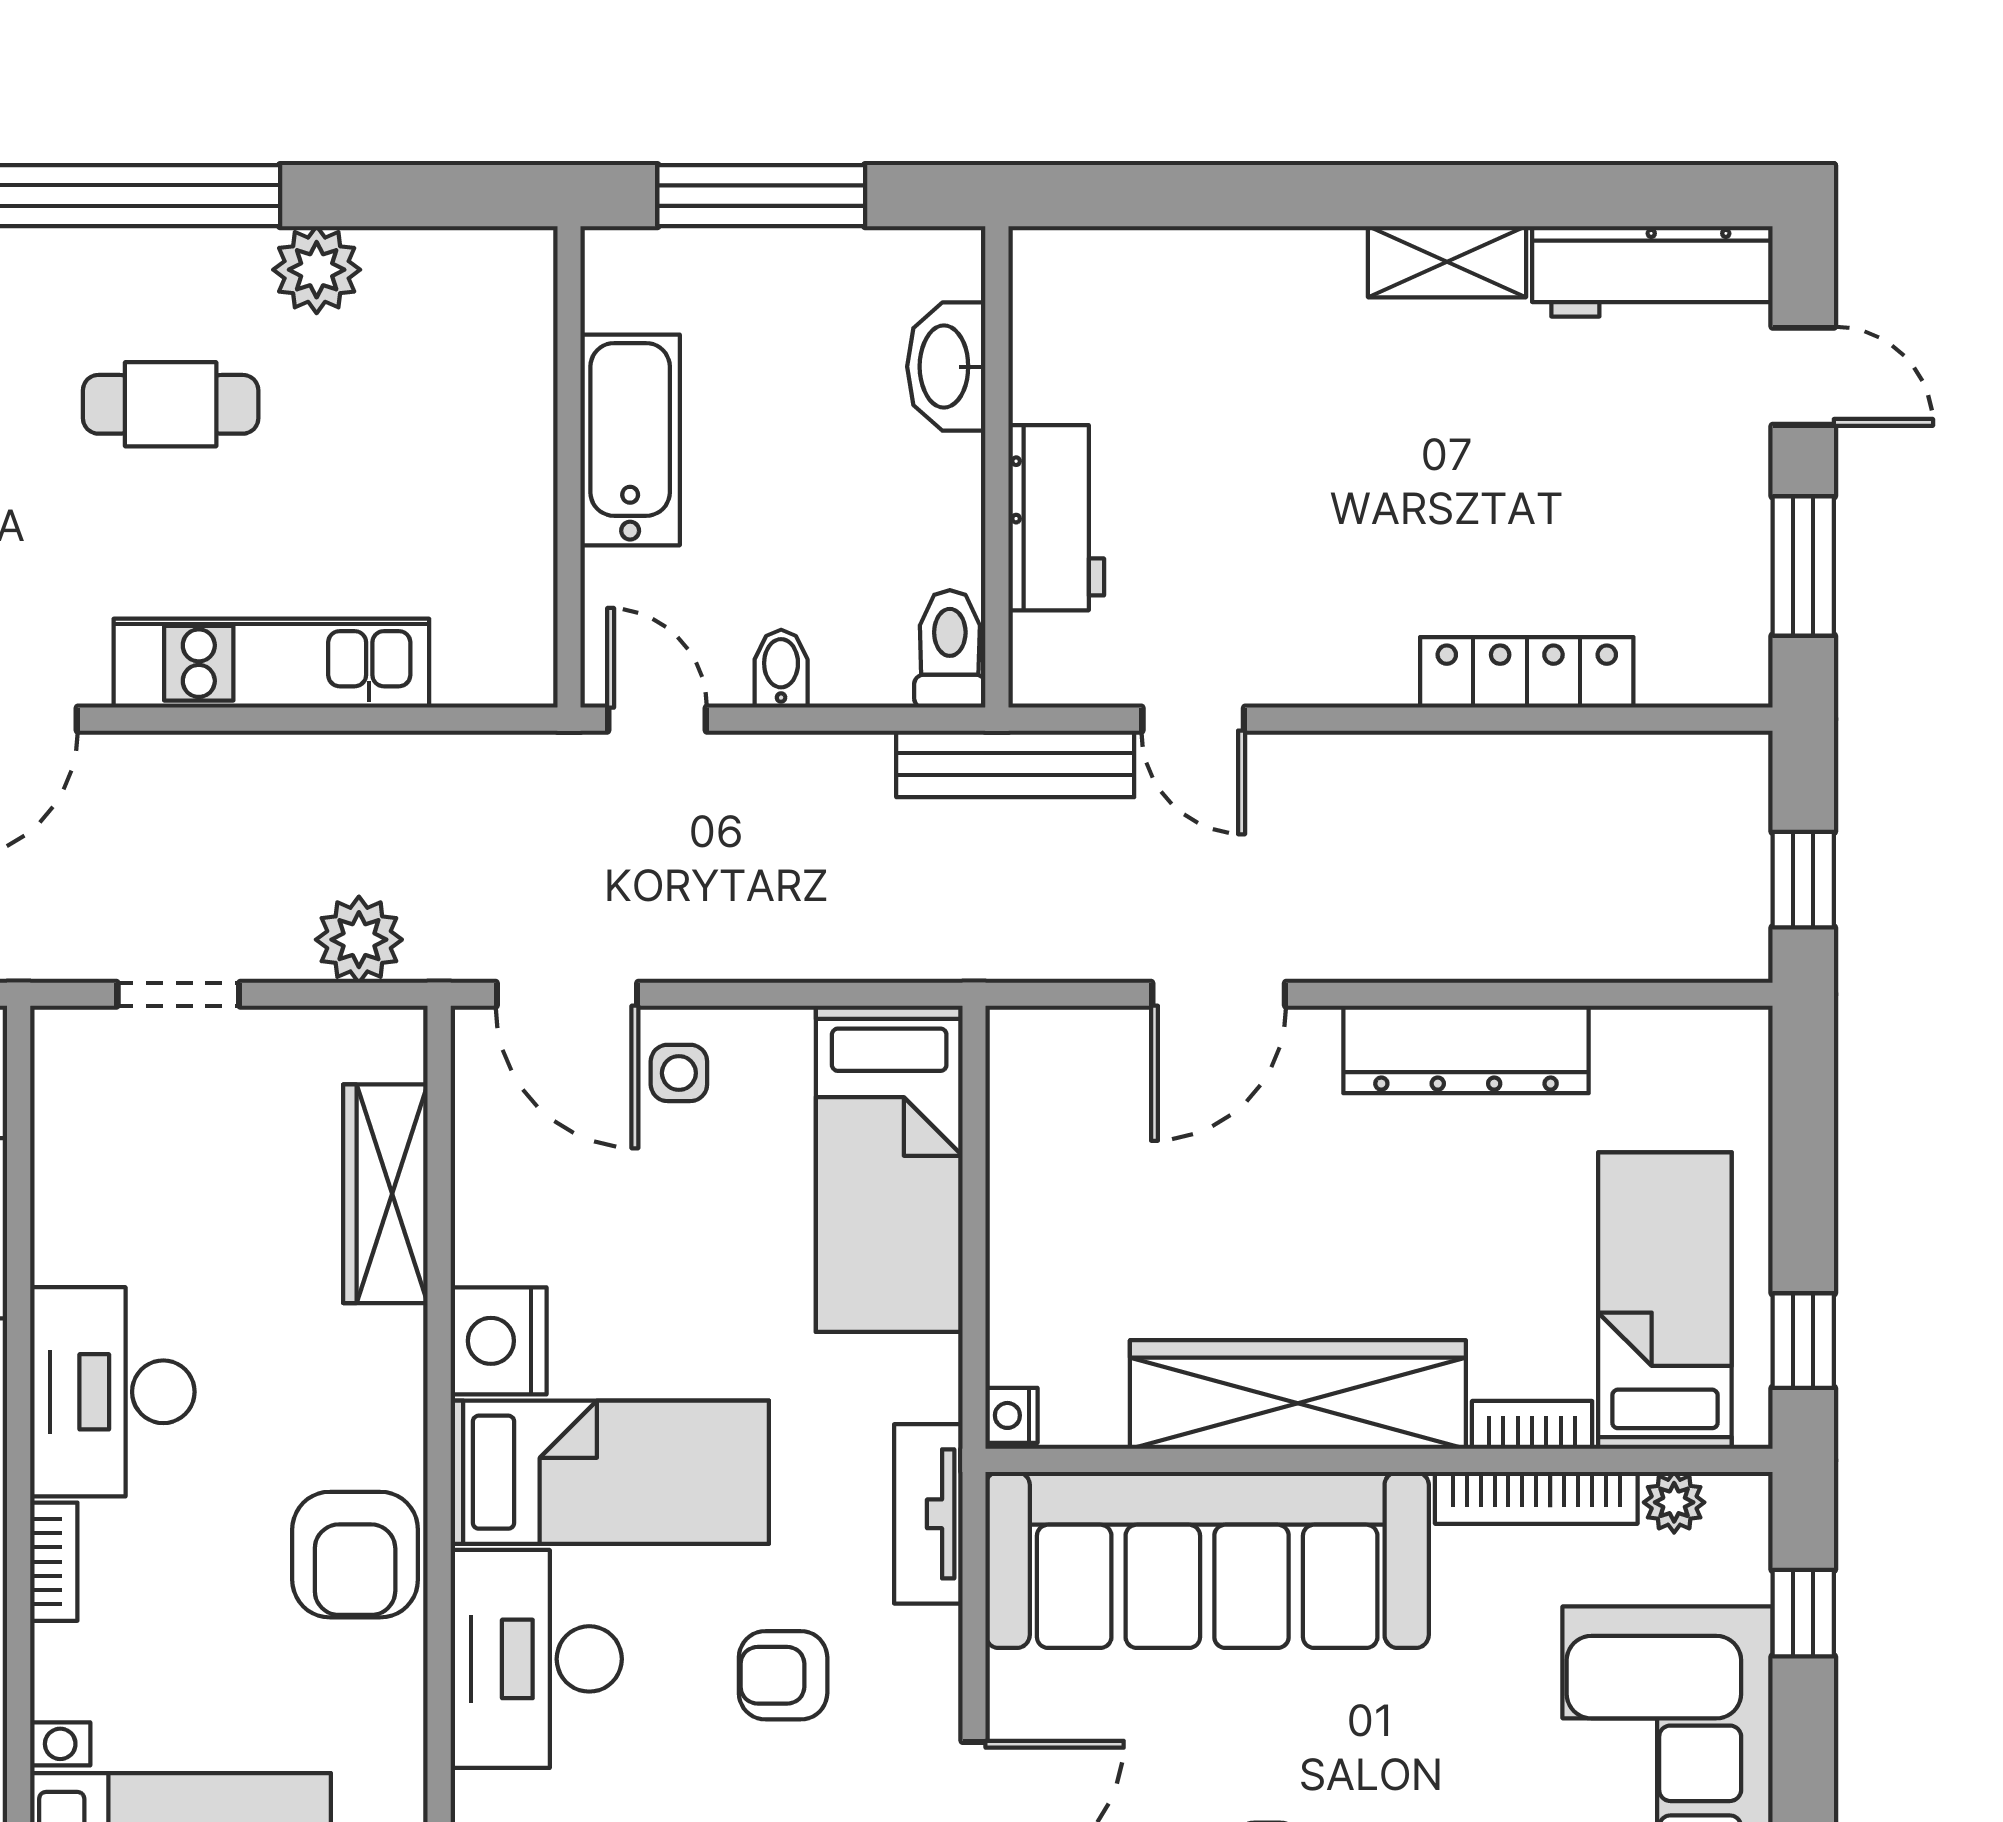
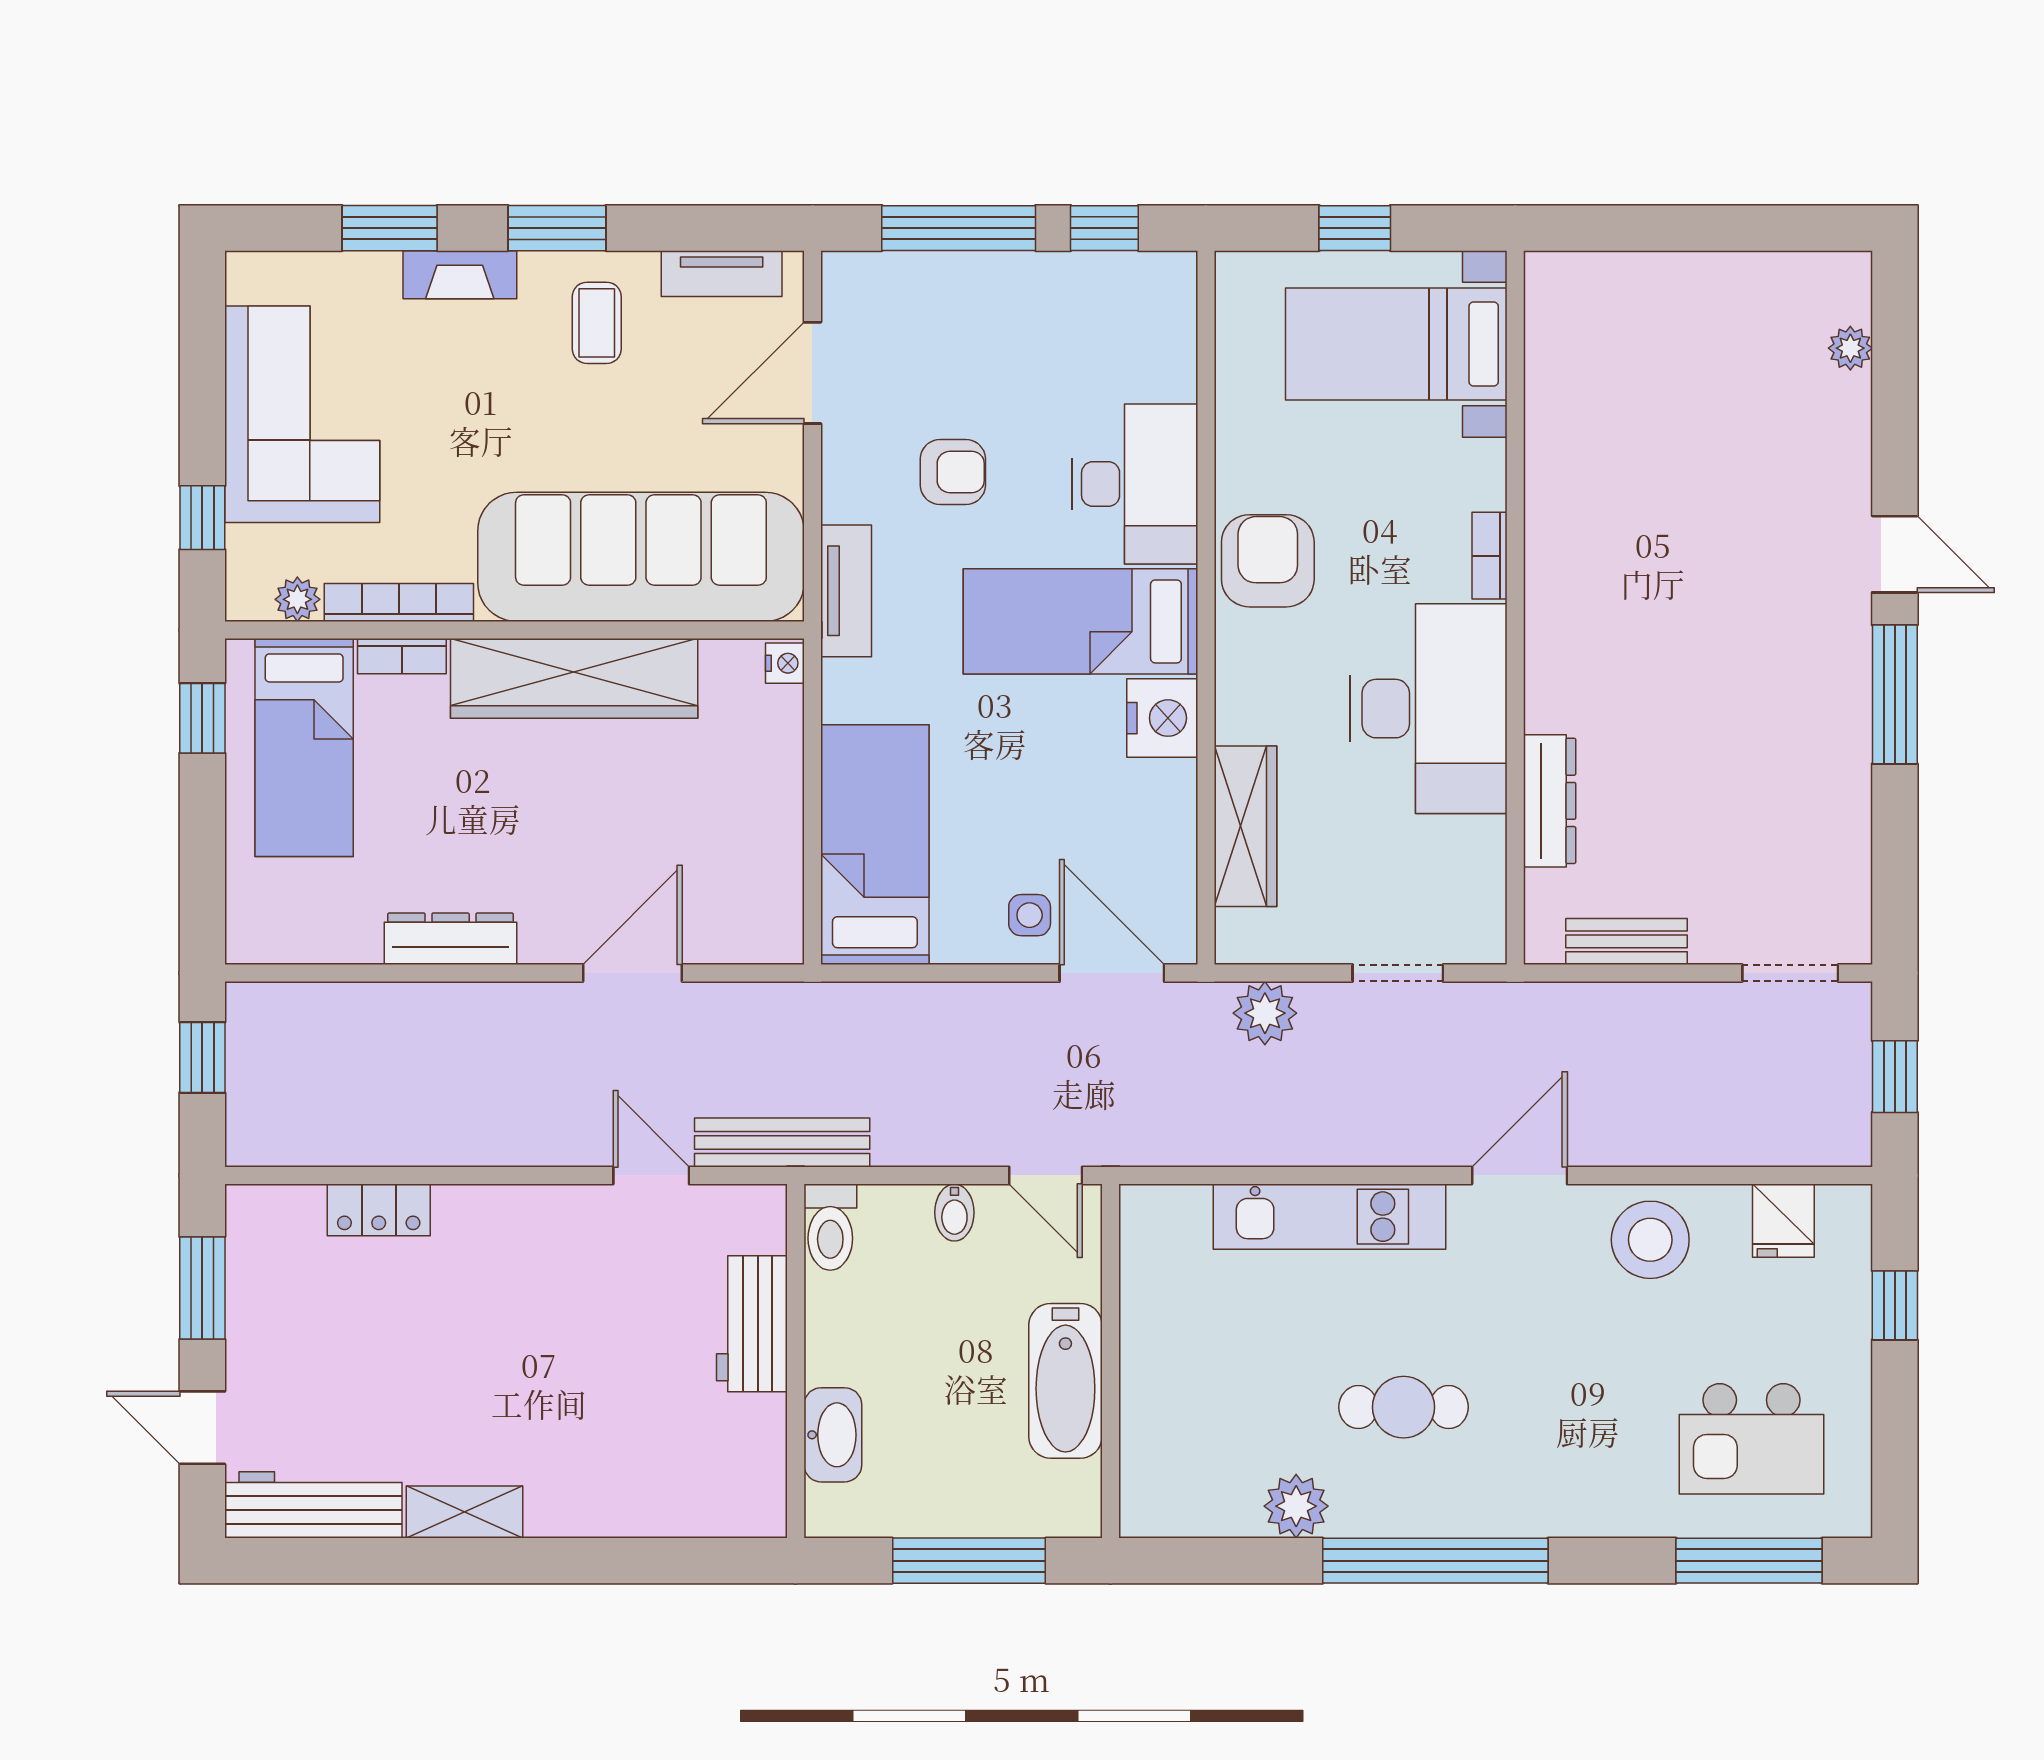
locker: (1527, 672) -> (379, 1210), width x0.66
dresser: (1466, 1049) -> (451, 939), width x0.73, depth x0.80
desk: (112, 1392) -> (1428, 709), width x1.36, depth x1.30

